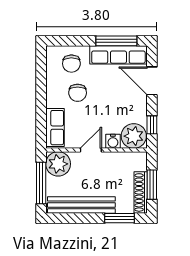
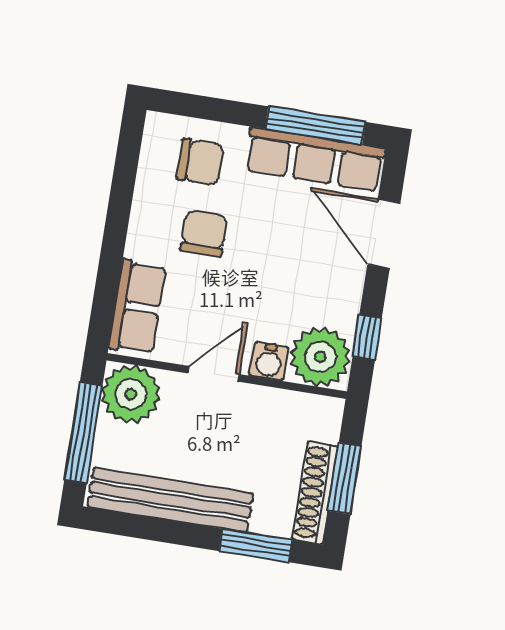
chair: (71, 64) -> (200, 162), turned -90
chair: (78, 93) -> (204, 233), turned 180

